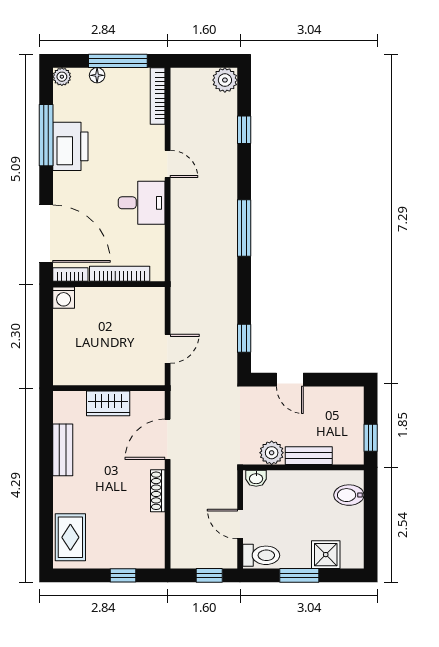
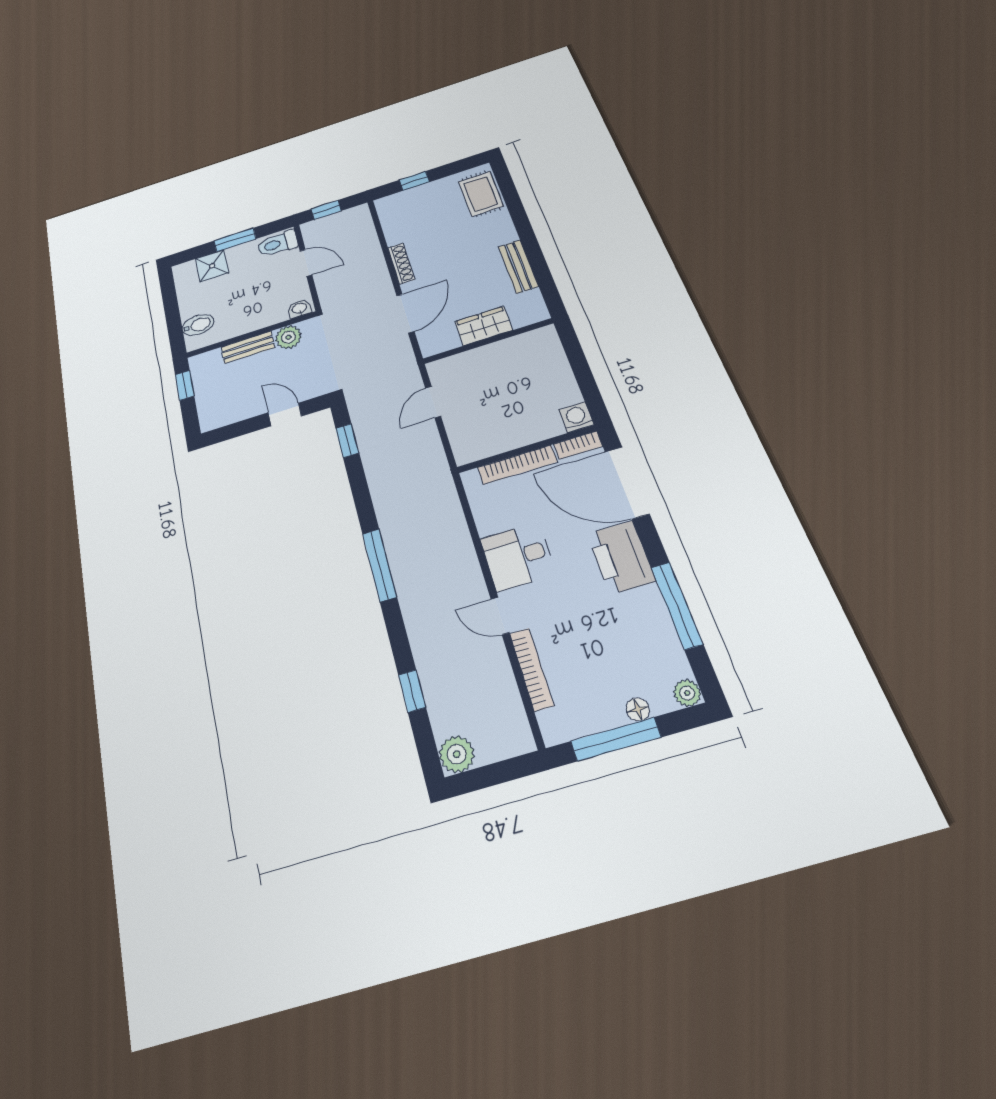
bookcase: (158, 96) -> (531, 669), moved
printer: (70, 146) -> (621, 557), moved

